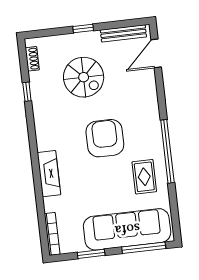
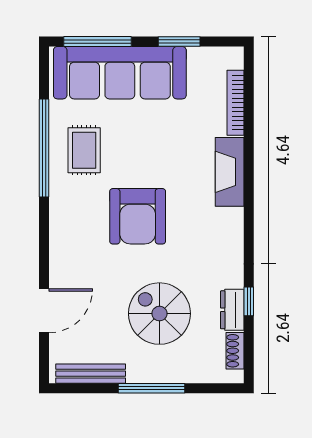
window: (83, 28) -> (151, 388), width x2.17
door: (156, 53) -> (44, 311), moved
dresser: (37, 85) -> (232, 310), added
window: (167, 151) -> (44, 148), moved
bookcase: (52, 234) -> (235, 103), moved

